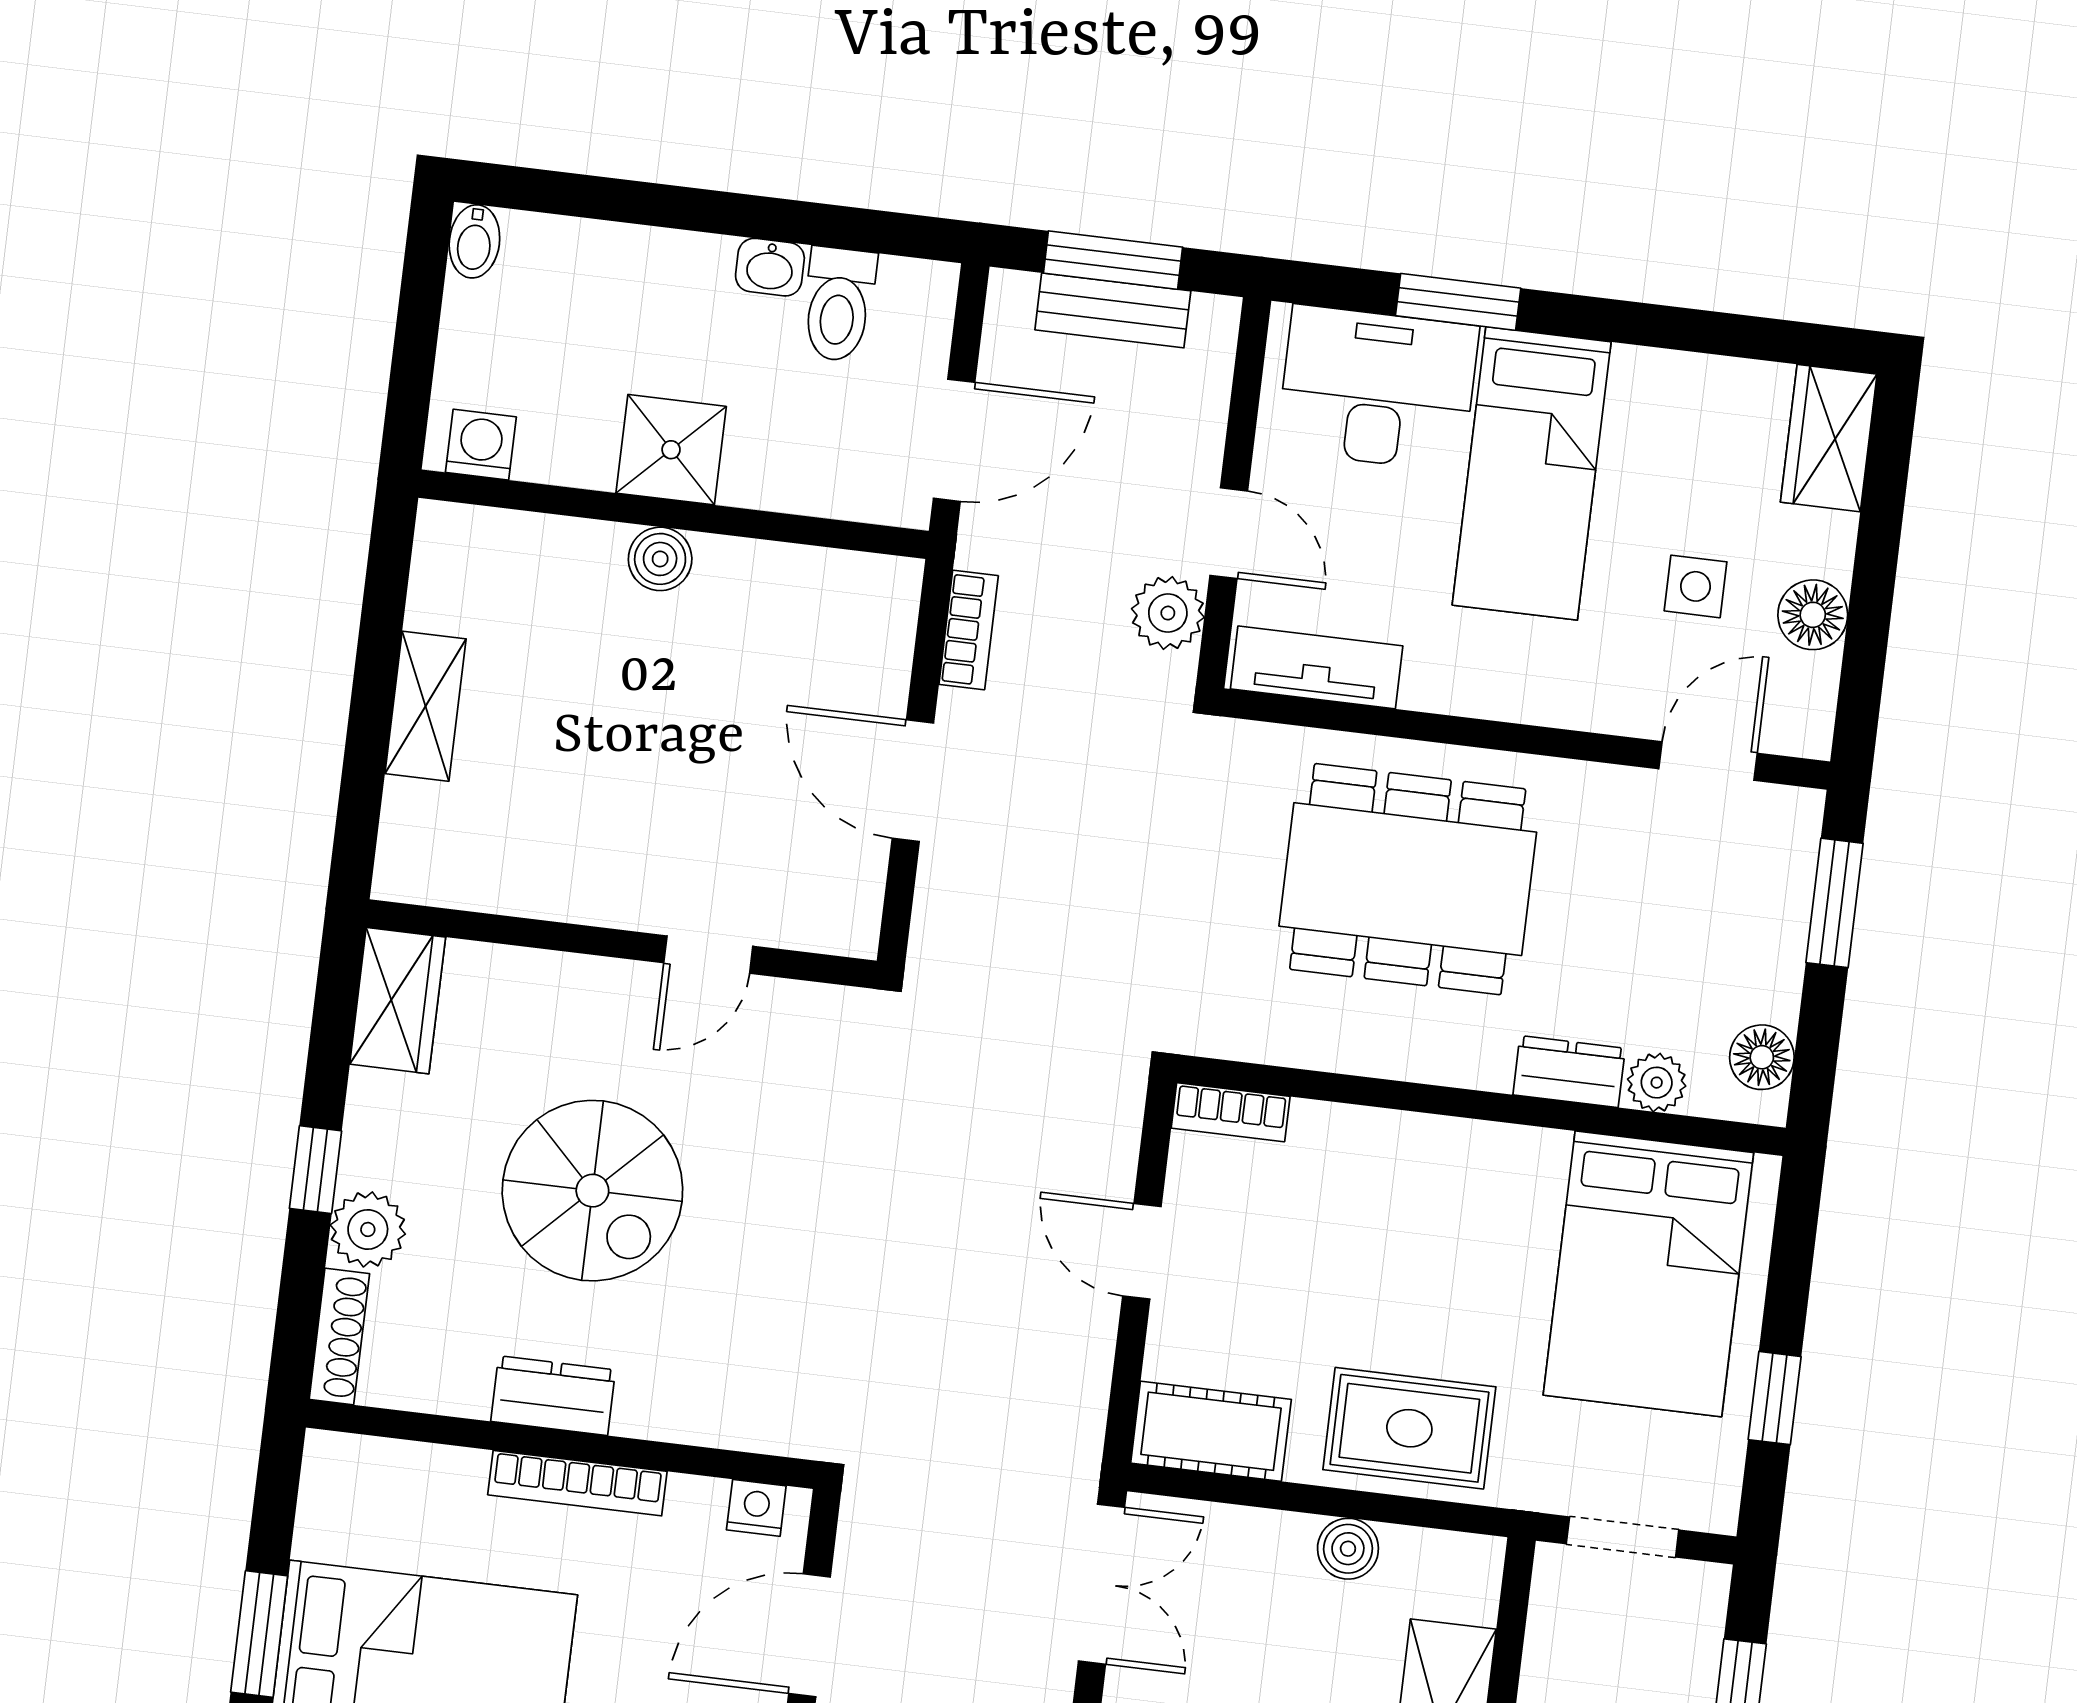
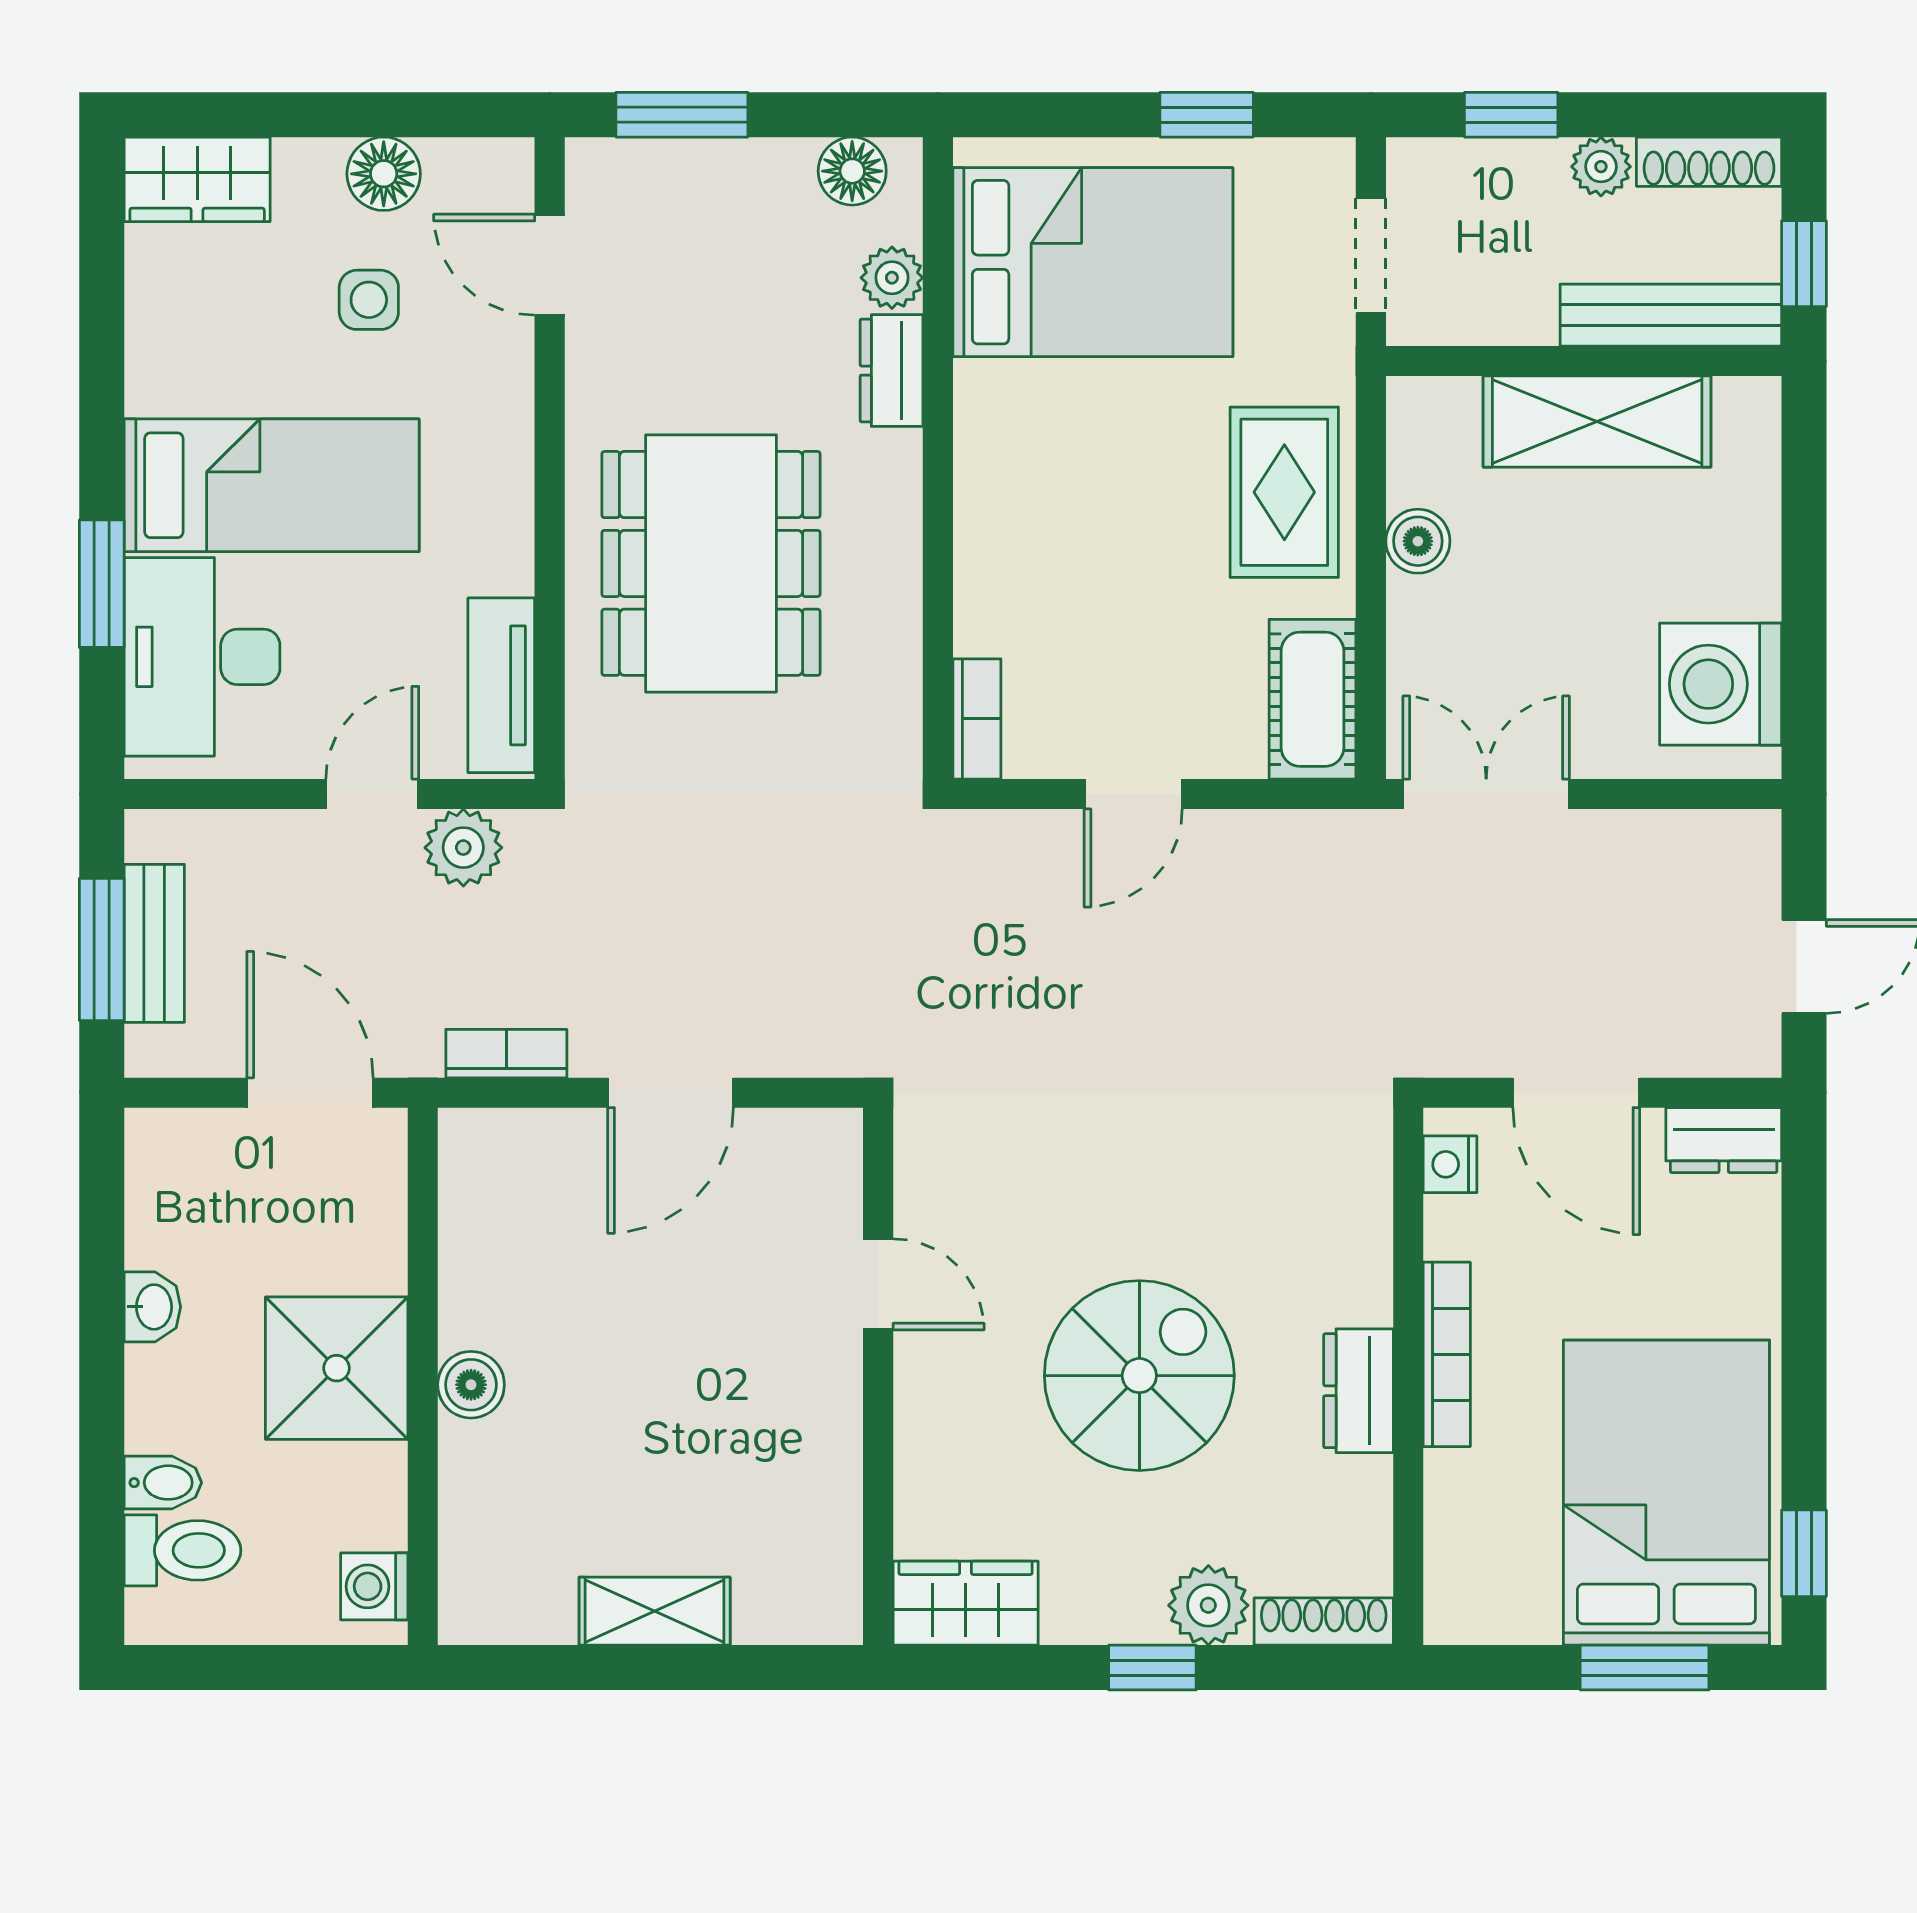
bidet: (474, 241) -> (163, 1483), moved
toilet: (839, 304) -> (182, 1550), moved
shower: (671, 450) -> (337, 1368), width x1.36, depth x1.36

